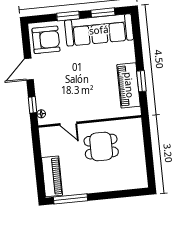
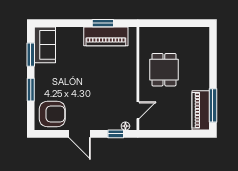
sofa: (99, 30) -> (45, 45), width x0.54, depth x0.79
armchair: (46, 40) -> (52, 114), turned 90
door: (68, 124) -> (138, 110), moved
piano: (52, 176) -> (201, 110), moved, turned -90

